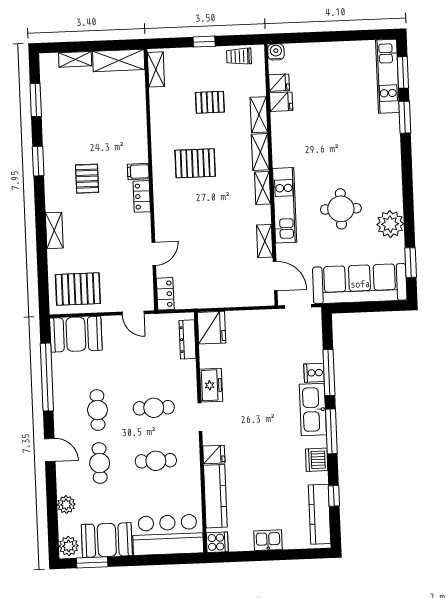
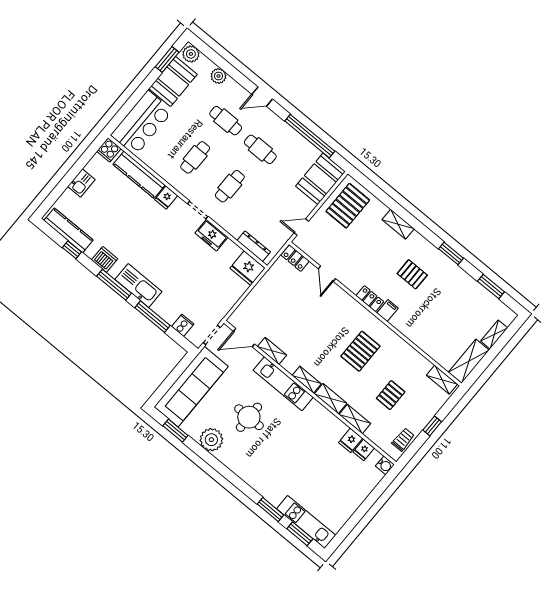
cooker: (314, 373) -> (183, 325), moved

